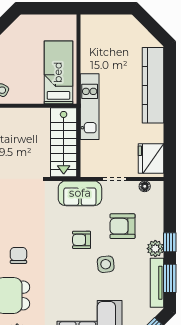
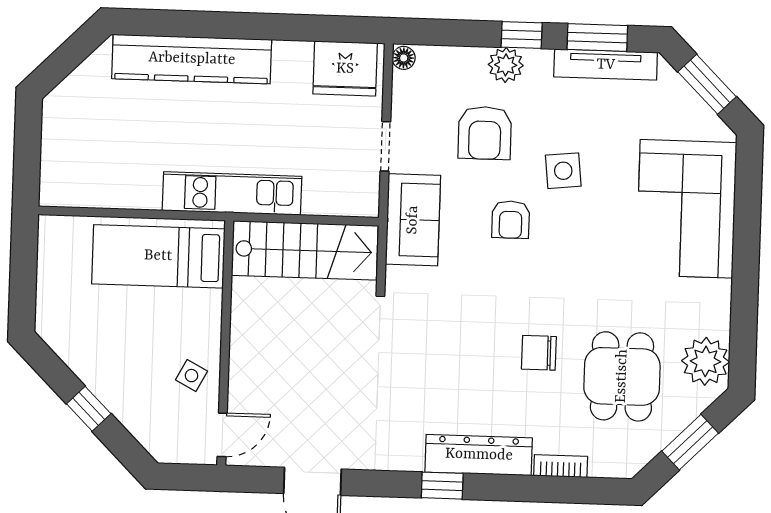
floor lamp: (145, 186) -> (404, 58), moved
plant: (155, 249) -> (506, 65), moved

